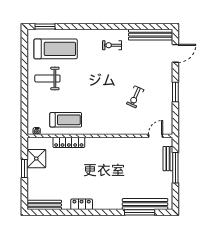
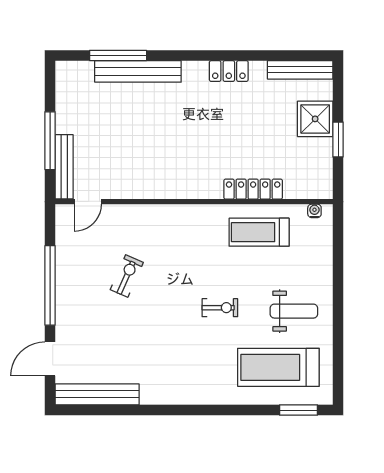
exercise bike: (112, 45) -> (220, 308), moved
window: (175, 92) -> (50, 285), width x2.11
shower: (36, 159) -> (315, 119), moved
bench: (168, 159) -> (64, 167), width x1.36
bench: (145, 204) -> (138, 71), moved

